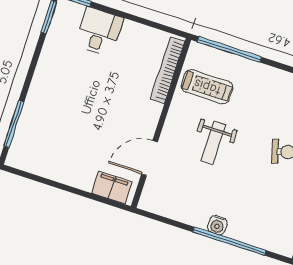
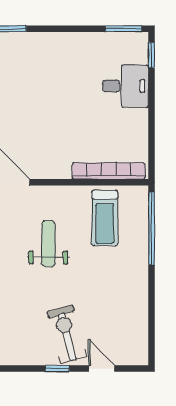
weight bench: (213, 143) -> (48, 244), turned 90

